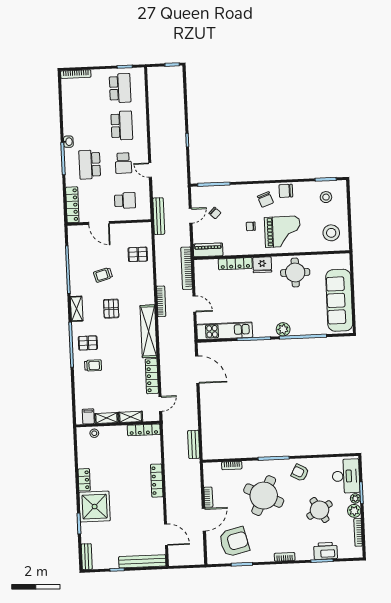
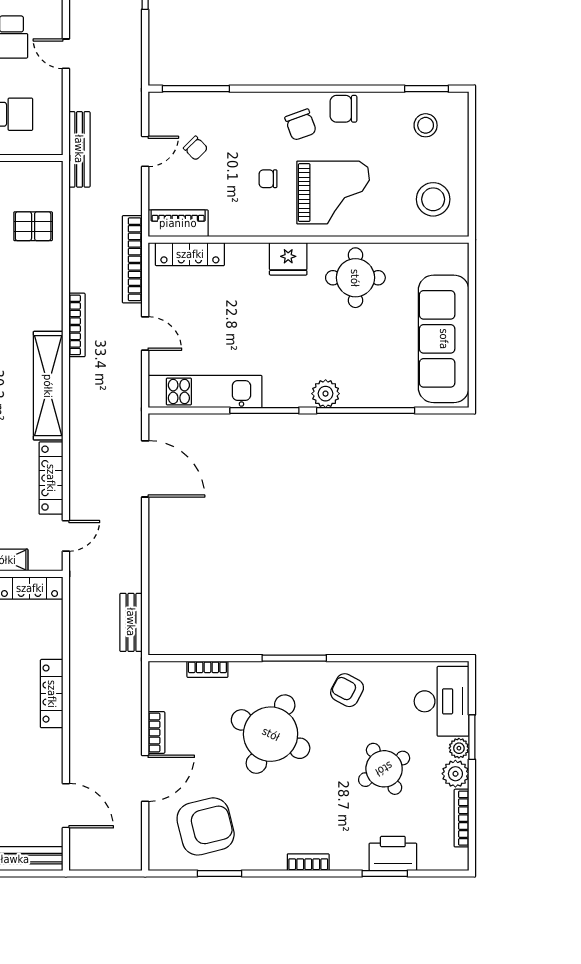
locker: (235, 264) -> (190, 254), moved

